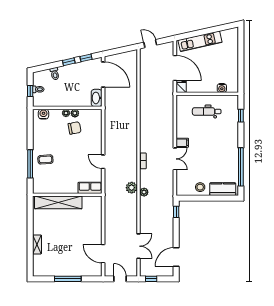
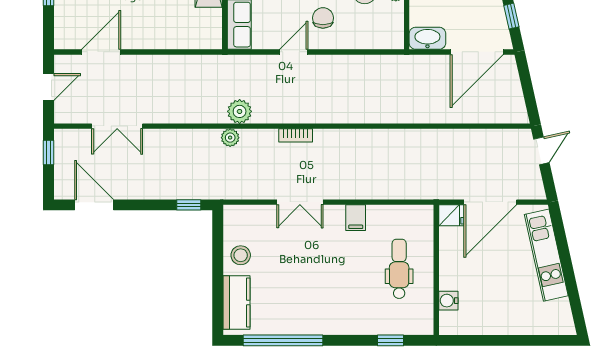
filing cabinet: (182, 143) -> (356, 218), moved
chair: (87, 148) -> (323, 18), added

